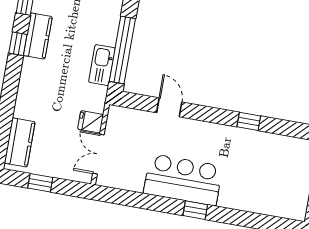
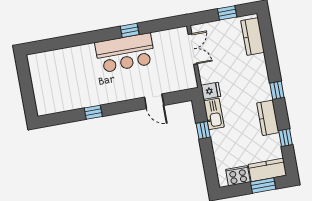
window: (18, 44) -> (277, 90), moved
window: (122, 50) -> (203, 130), width x0.32
fridge: (91, 122) -> (211, 91), moved
window: (195, 210) -> (130, 30), moved

